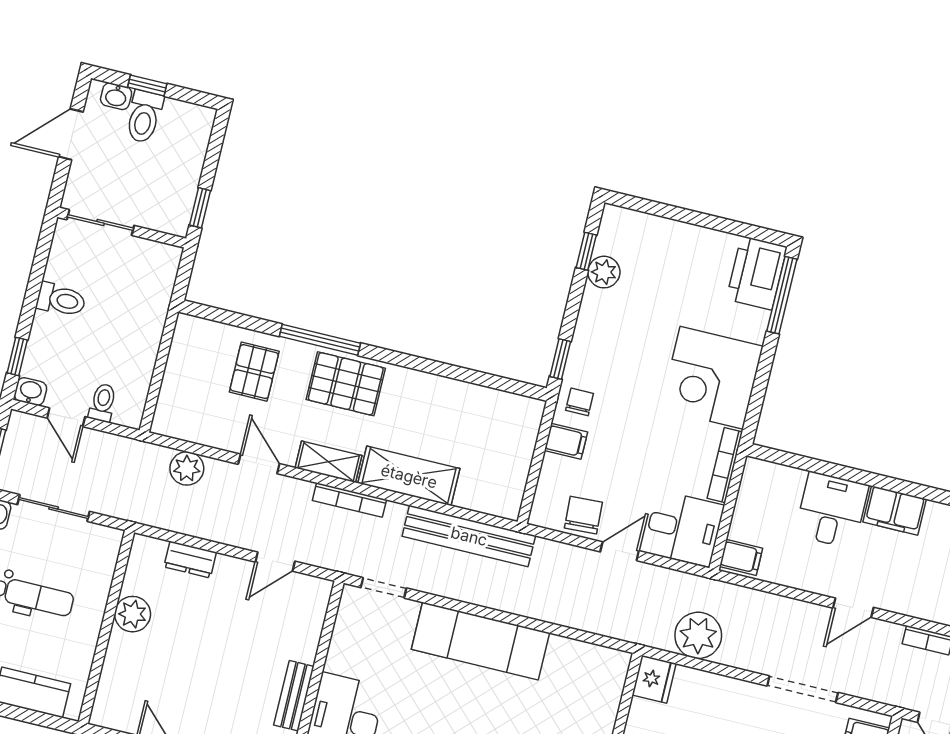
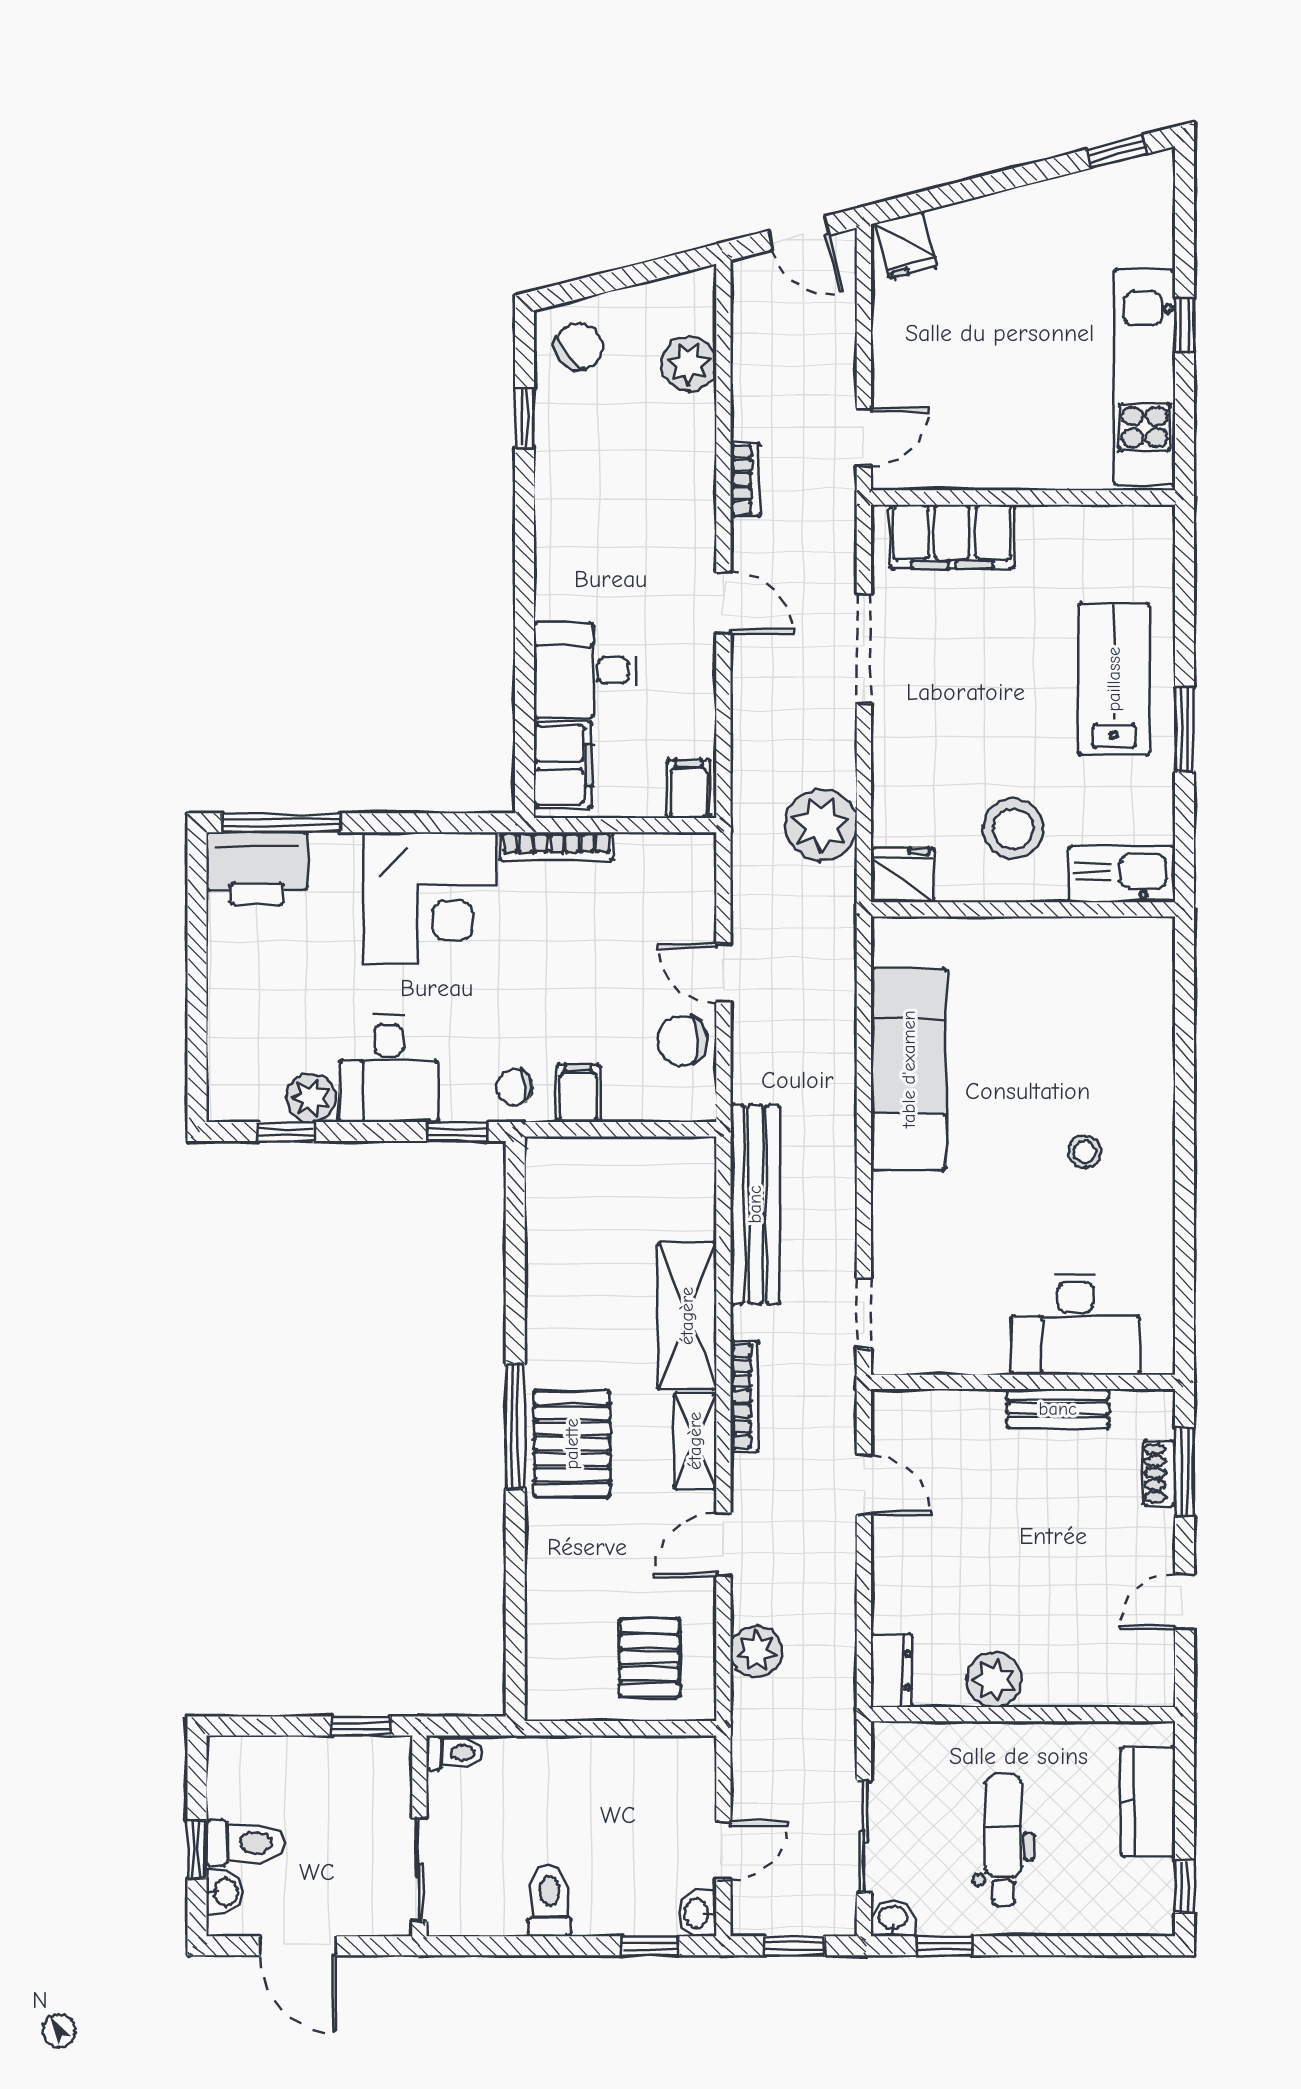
window: (320, 340) -> (515, 1426), moved
pallet: (254, 372) -> (650, 1658), moved, turned 90
toilet: (103, 403) -> (455, 1753), moved, turned 180
filing cabinet: (895, 511) -> (563, 765), moved
desk: (684, 528) -> (389, 1069), moved, turned 180
dresser: (190, 560) -> (892, 1670), moved
exam couch: (480, 641) -> (909, 1069), moved

